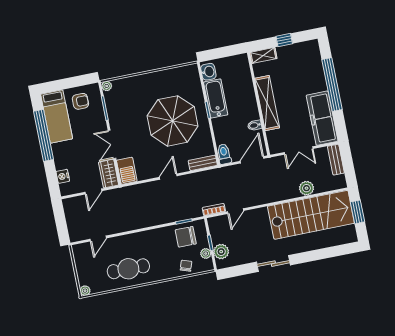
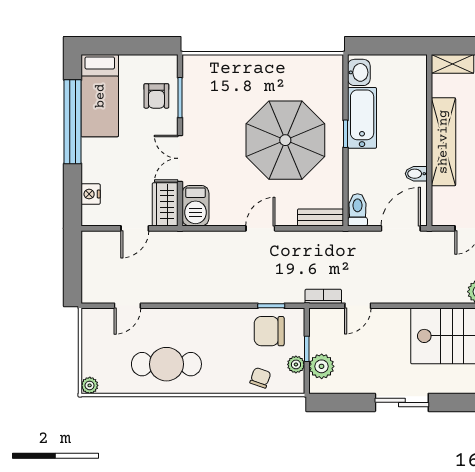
plant: (107, 86) -> (190, 63), removed
armchair: (80, 101) -> (156, 96), moved, turned 90

